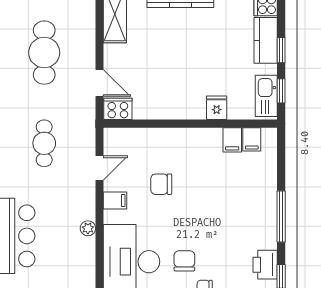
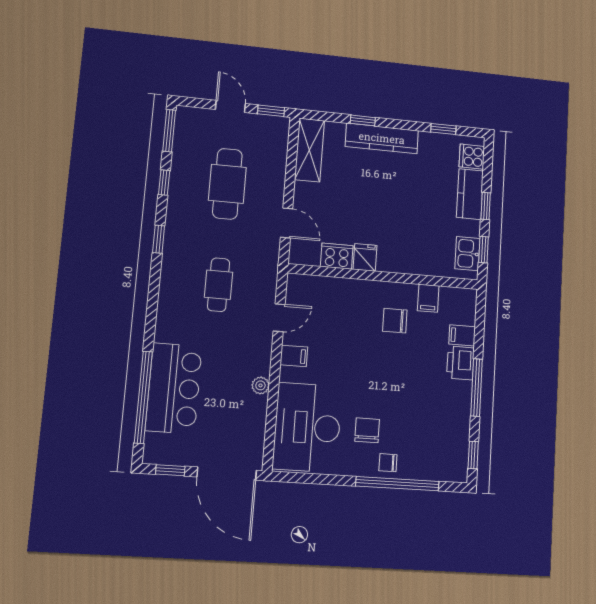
kitchen sink: (266, 96) -> (467, 254), width x0.73
fridge: (217, 108) -> (365, 257), moved
cooker: (118, 109) -> (337, 256), moved
filing cabinet: (252, 139) -> (462, 335), moved, turned 90
chair: (161, 184) -> (395, 321), moved
printer: (265, 265) -> (461, 363), moved

